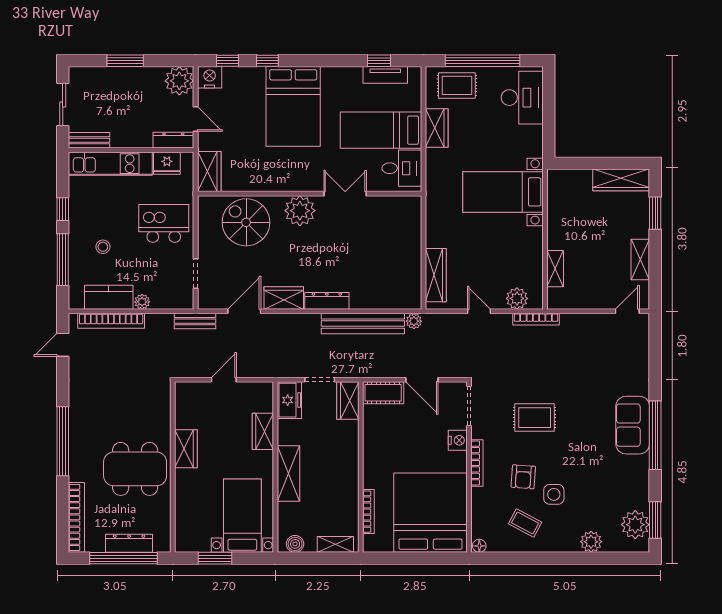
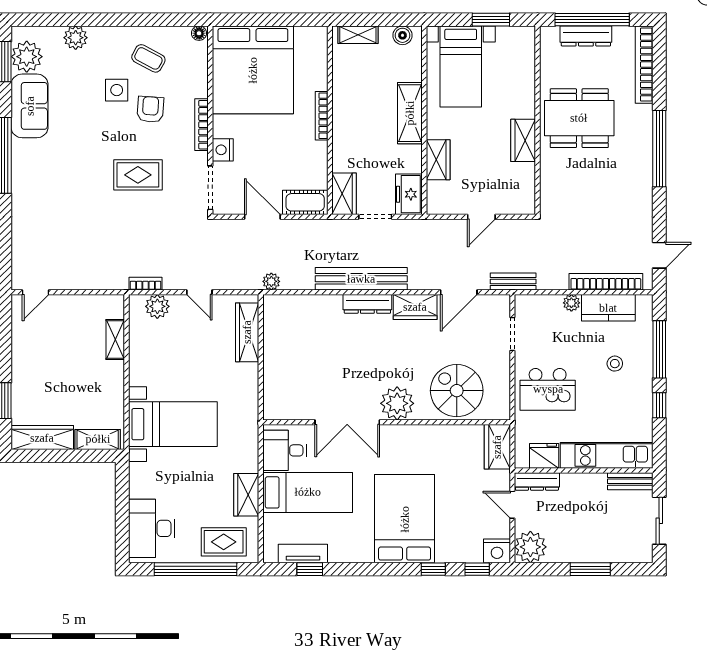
double door: (345, 194) -> (347, 422), width x1.37
spiral stairs: (246, 222) -> (457, 391), turned 180
shelving: (640, 260) -> (98, 439), moved, turned 90
bookcase: (536, 319) -> (146, 284), width x0.64
bench: (363, 324) -> (361, 279), moved
sofa: (633, 425) -> (30, 106), moved
bookcase: (368, 512) -> (322, 116), moved

